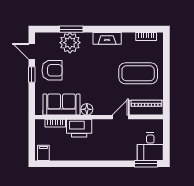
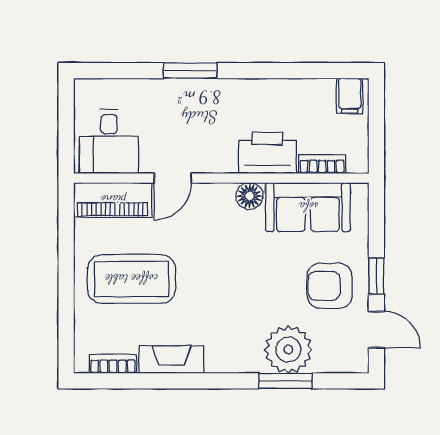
fireplace: (107, 38) -> (171, 360), moved
desk: (150, 147) -> (109, 141), moved, turned 180
window: (146, 164) -> (190, 71), moved

